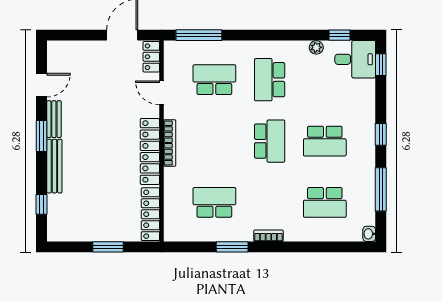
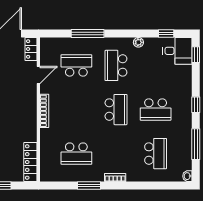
window: (199, 35) -> (88, 34), moved
plant: (316, 47) -> (138, 42), moved
door: (162, 93) -> (38, 75), swing flipped
locker: (150, 151) -> (30, 117), removed
school desk: (214, 202) -> (76, 154), turned 180
school desk: (325, 202) -> (156, 154), turned -90

